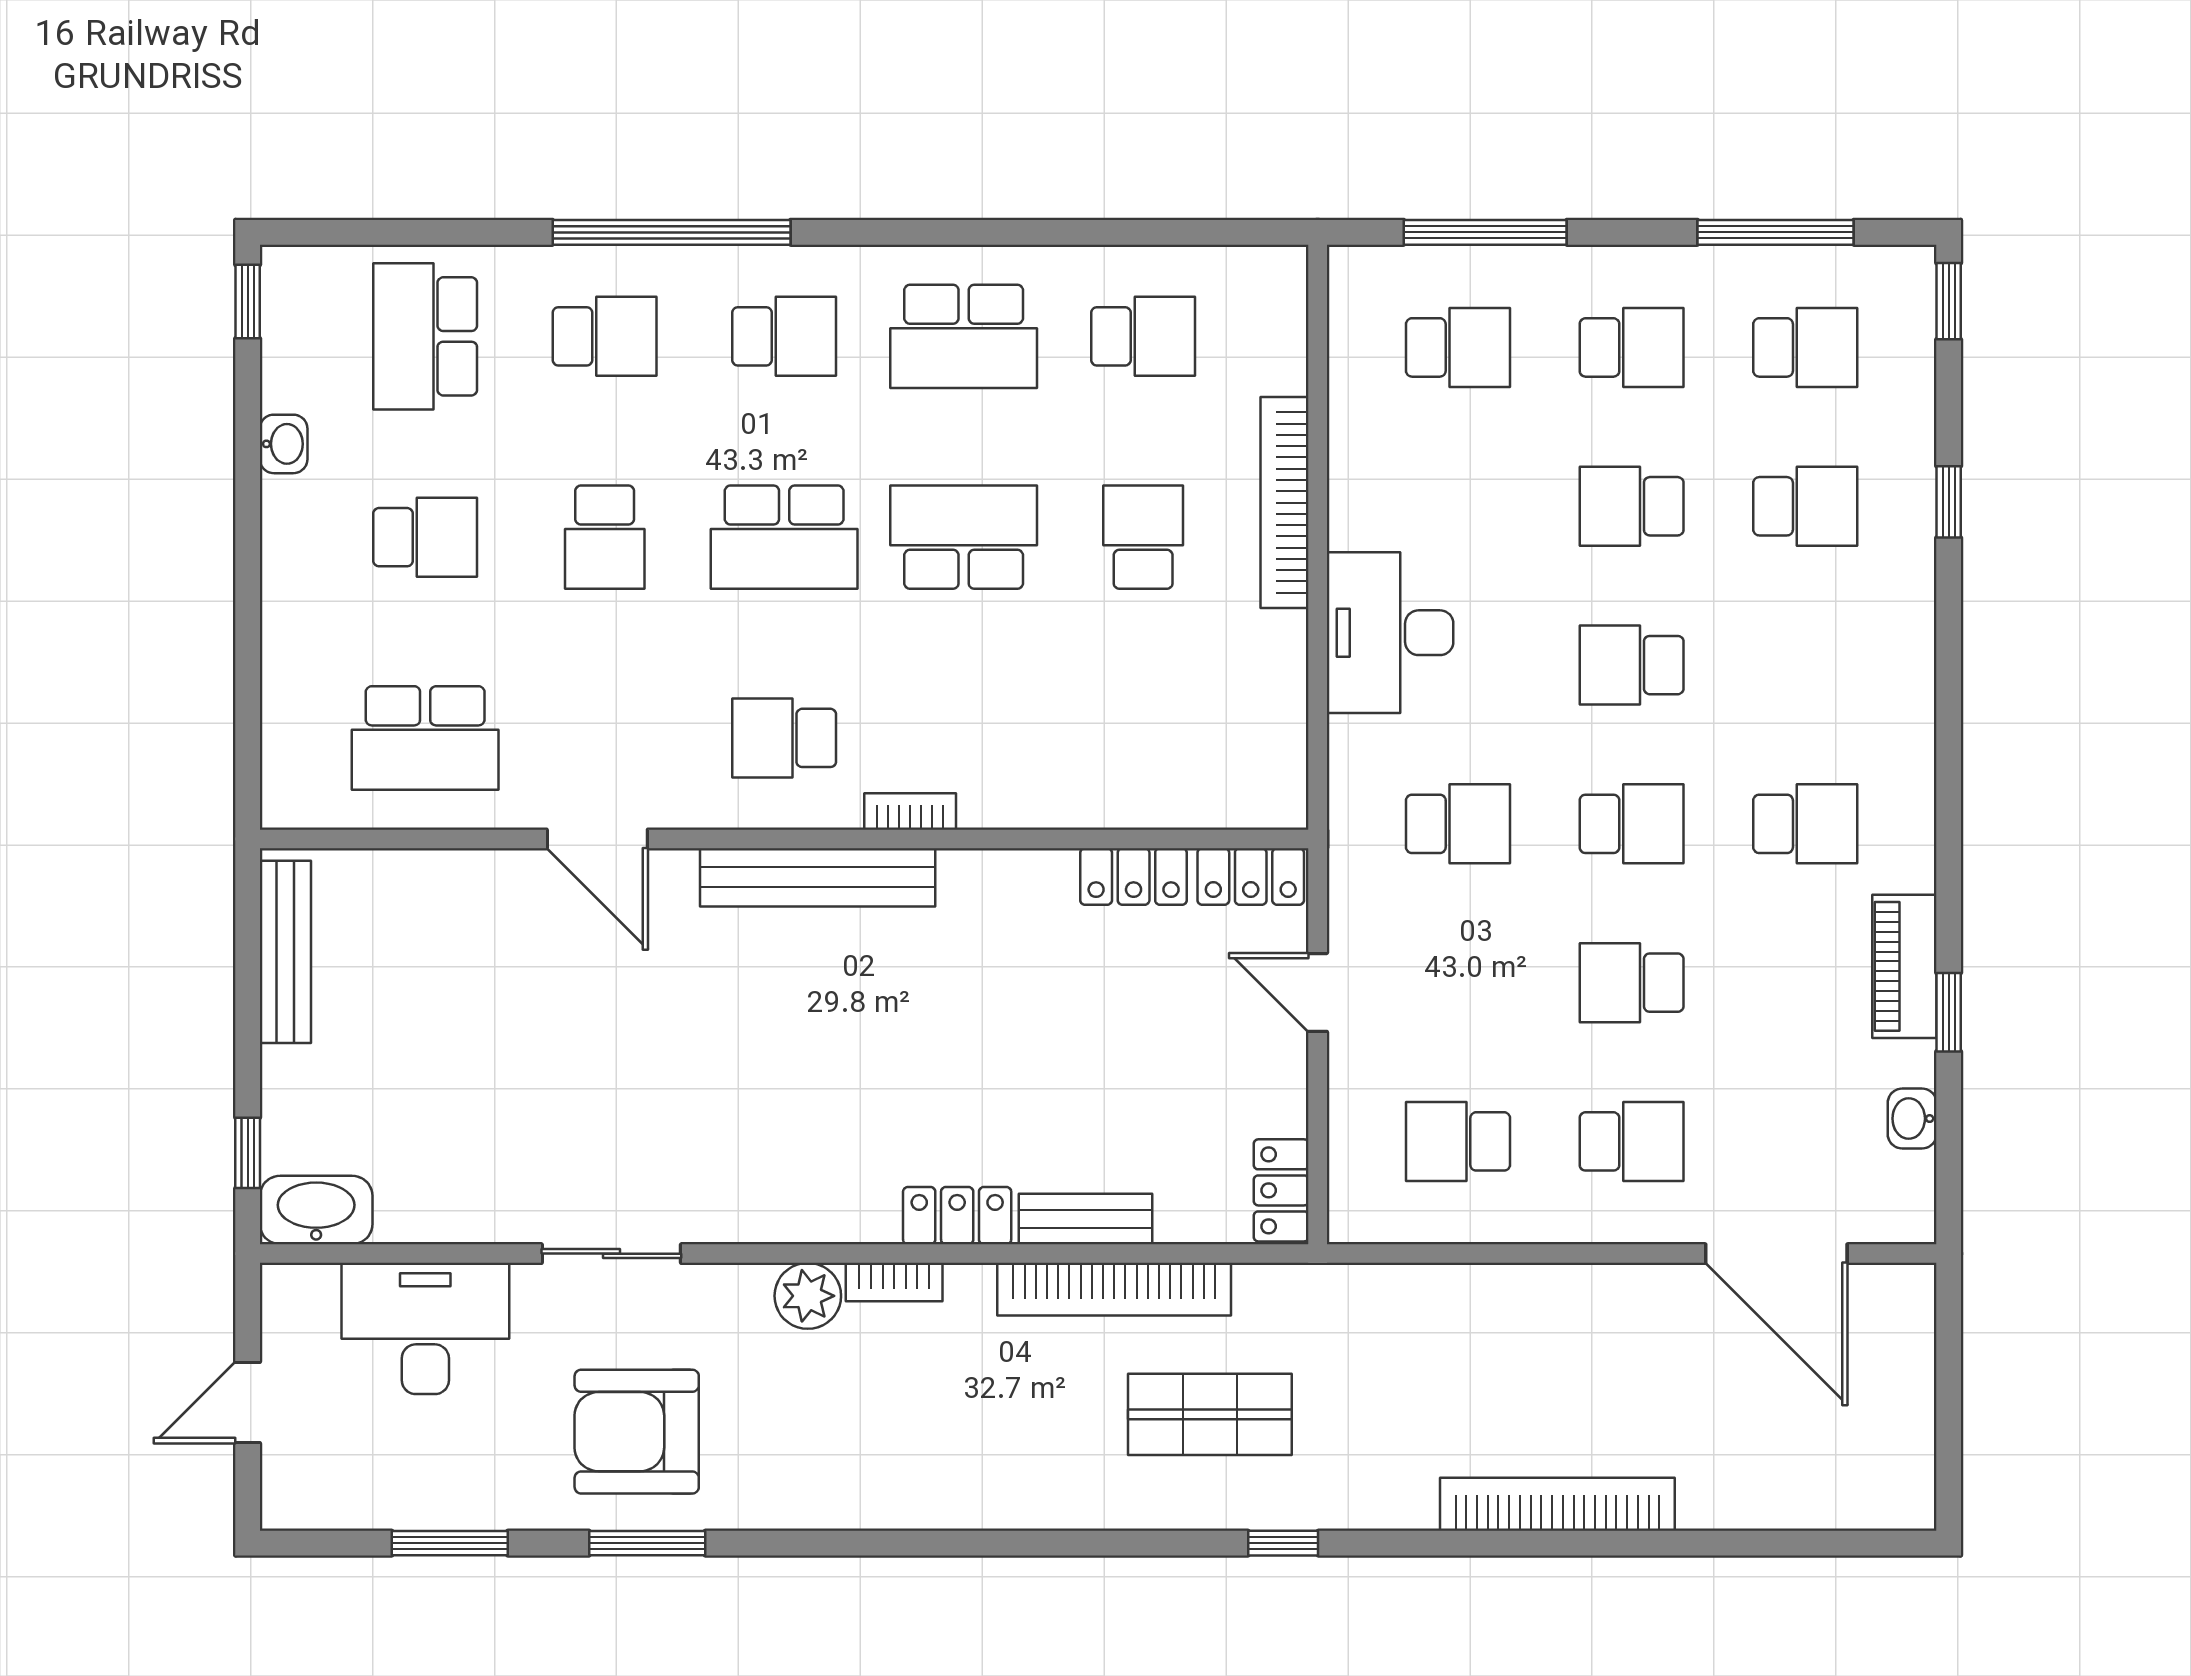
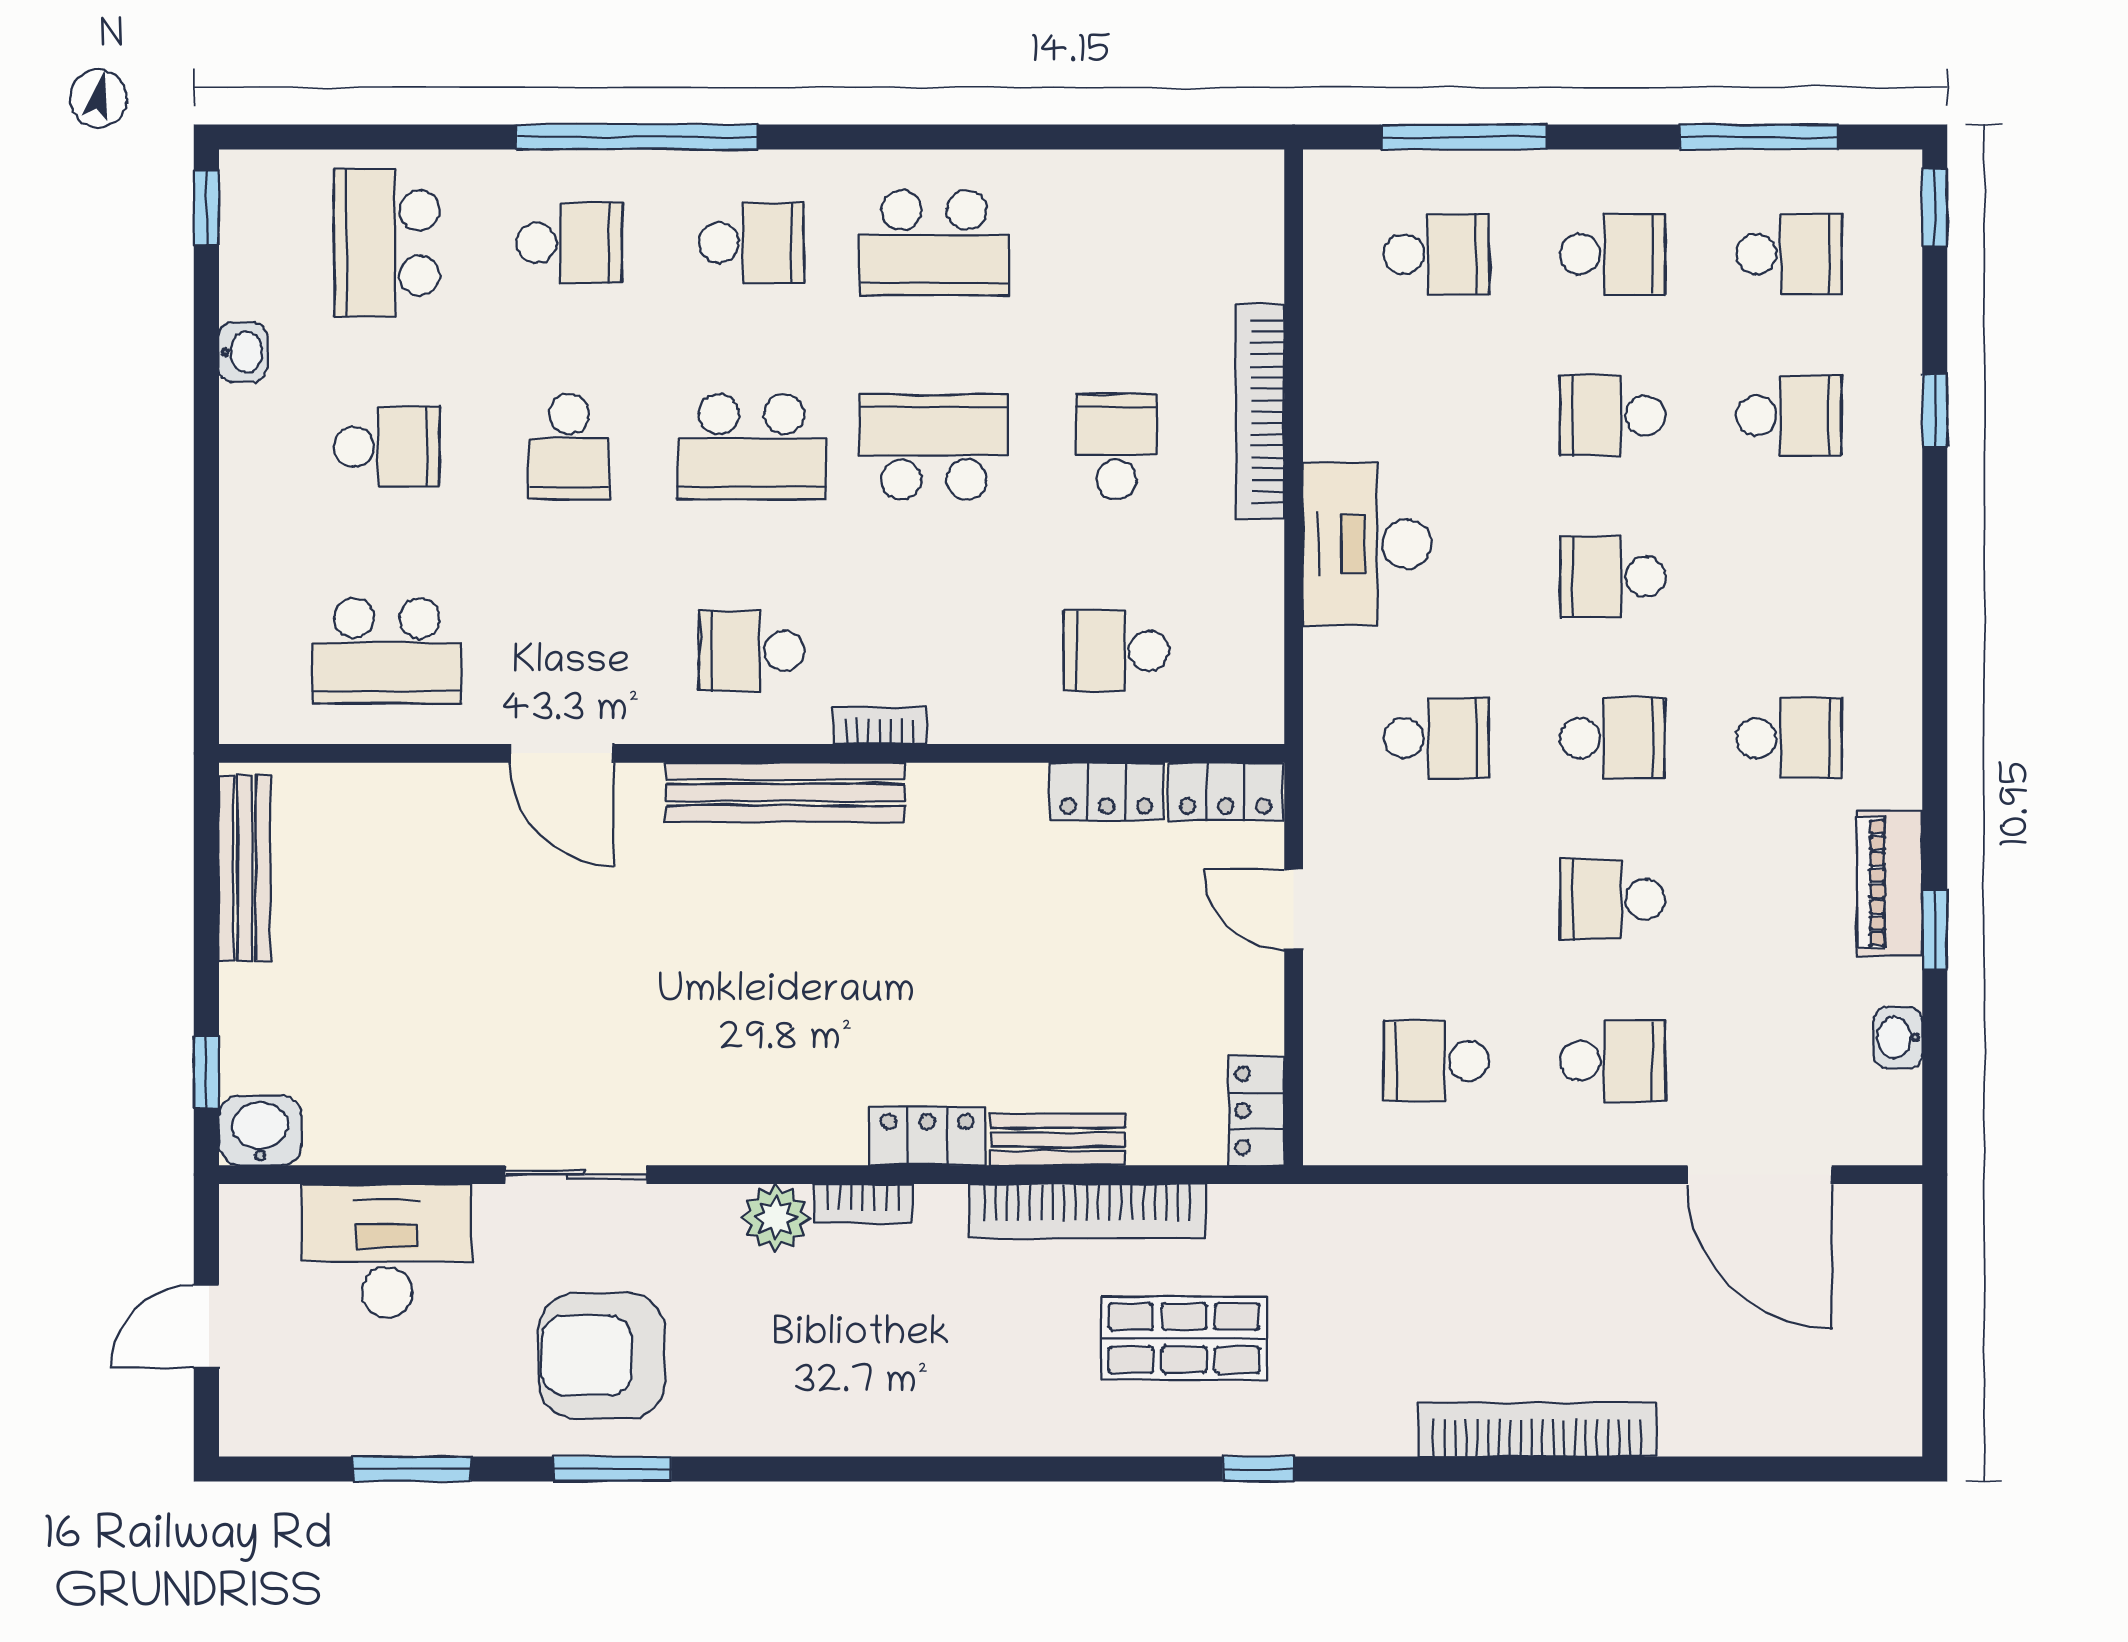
school desk: (1143, 336) -> (1116, 651), moved, turned 180
washbasin: (316, 1210) -> (260, 1130), width x0.72

